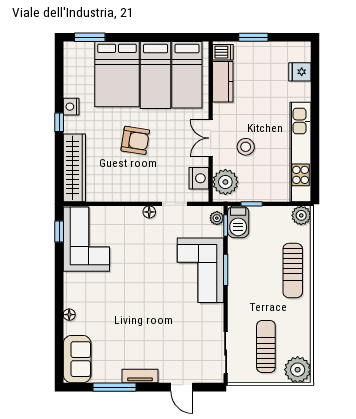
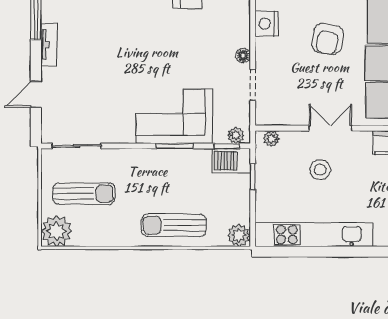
nightstand: (199, 178) -> (267, 24), moved, turned 90
plant: (225, 182) -> (271, 139), width x0.53, depth x0.53

